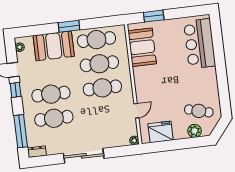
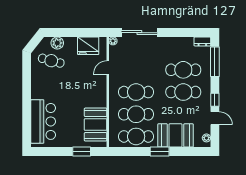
sliding door: (84, 156) -> (139, 33), moved

